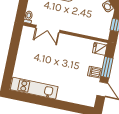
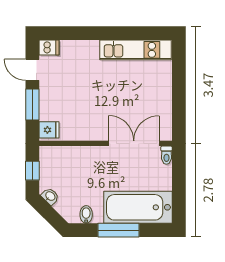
double door: (48, 29) -> (134, 143), width x1.37
dishwasher: (95, 72) -> (49, 48), moved

